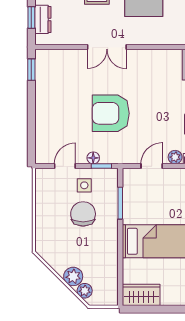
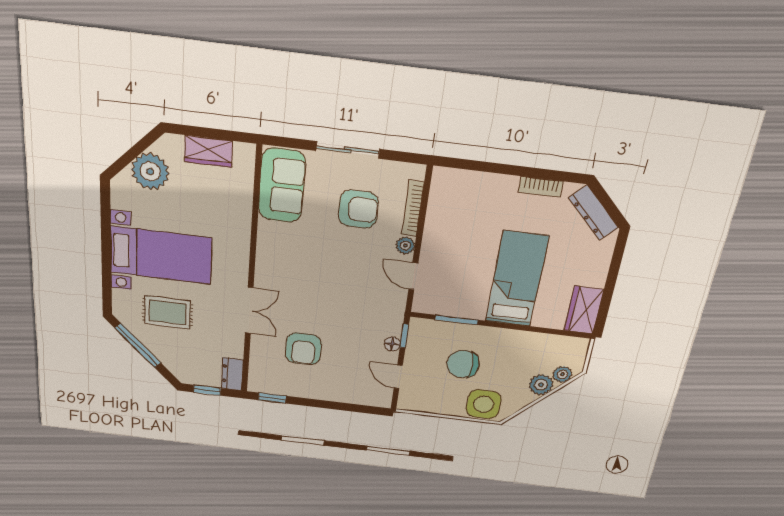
dresser: (43, 19) -> (232, 374), moved, turned -90
armchair: (111, 113) -> (303, 349), moved, width x0.73, depth x0.73
side table: (84, 185) -> (484, 404), moved, width x1.87, depth x1.87

